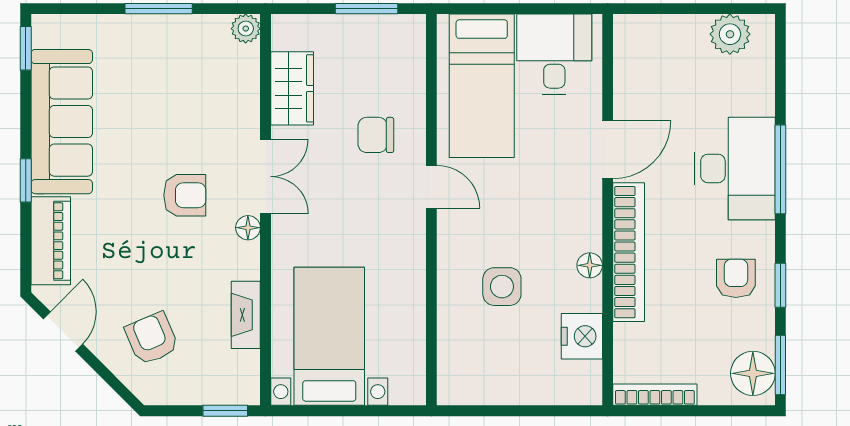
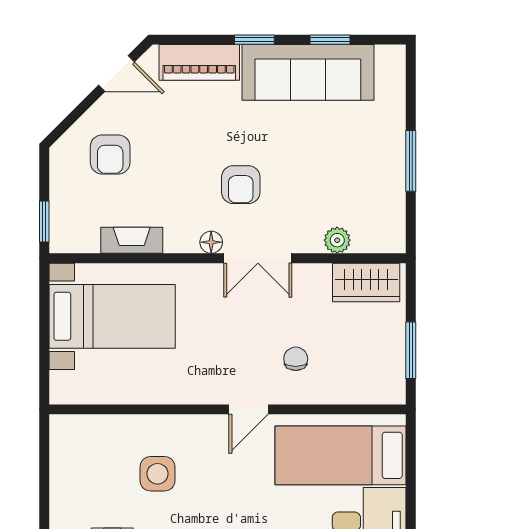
plant: (246, 29) -> (337, 240), moved
window: (26, 48) -> (330, 40), moved
wardrobe: (292, 88) -> (366, 282), moved
chair: (376, 135) -> (296, 359), width x0.73, depth x0.73
armchair: (152, 338) -> (110, 154), turned 113

